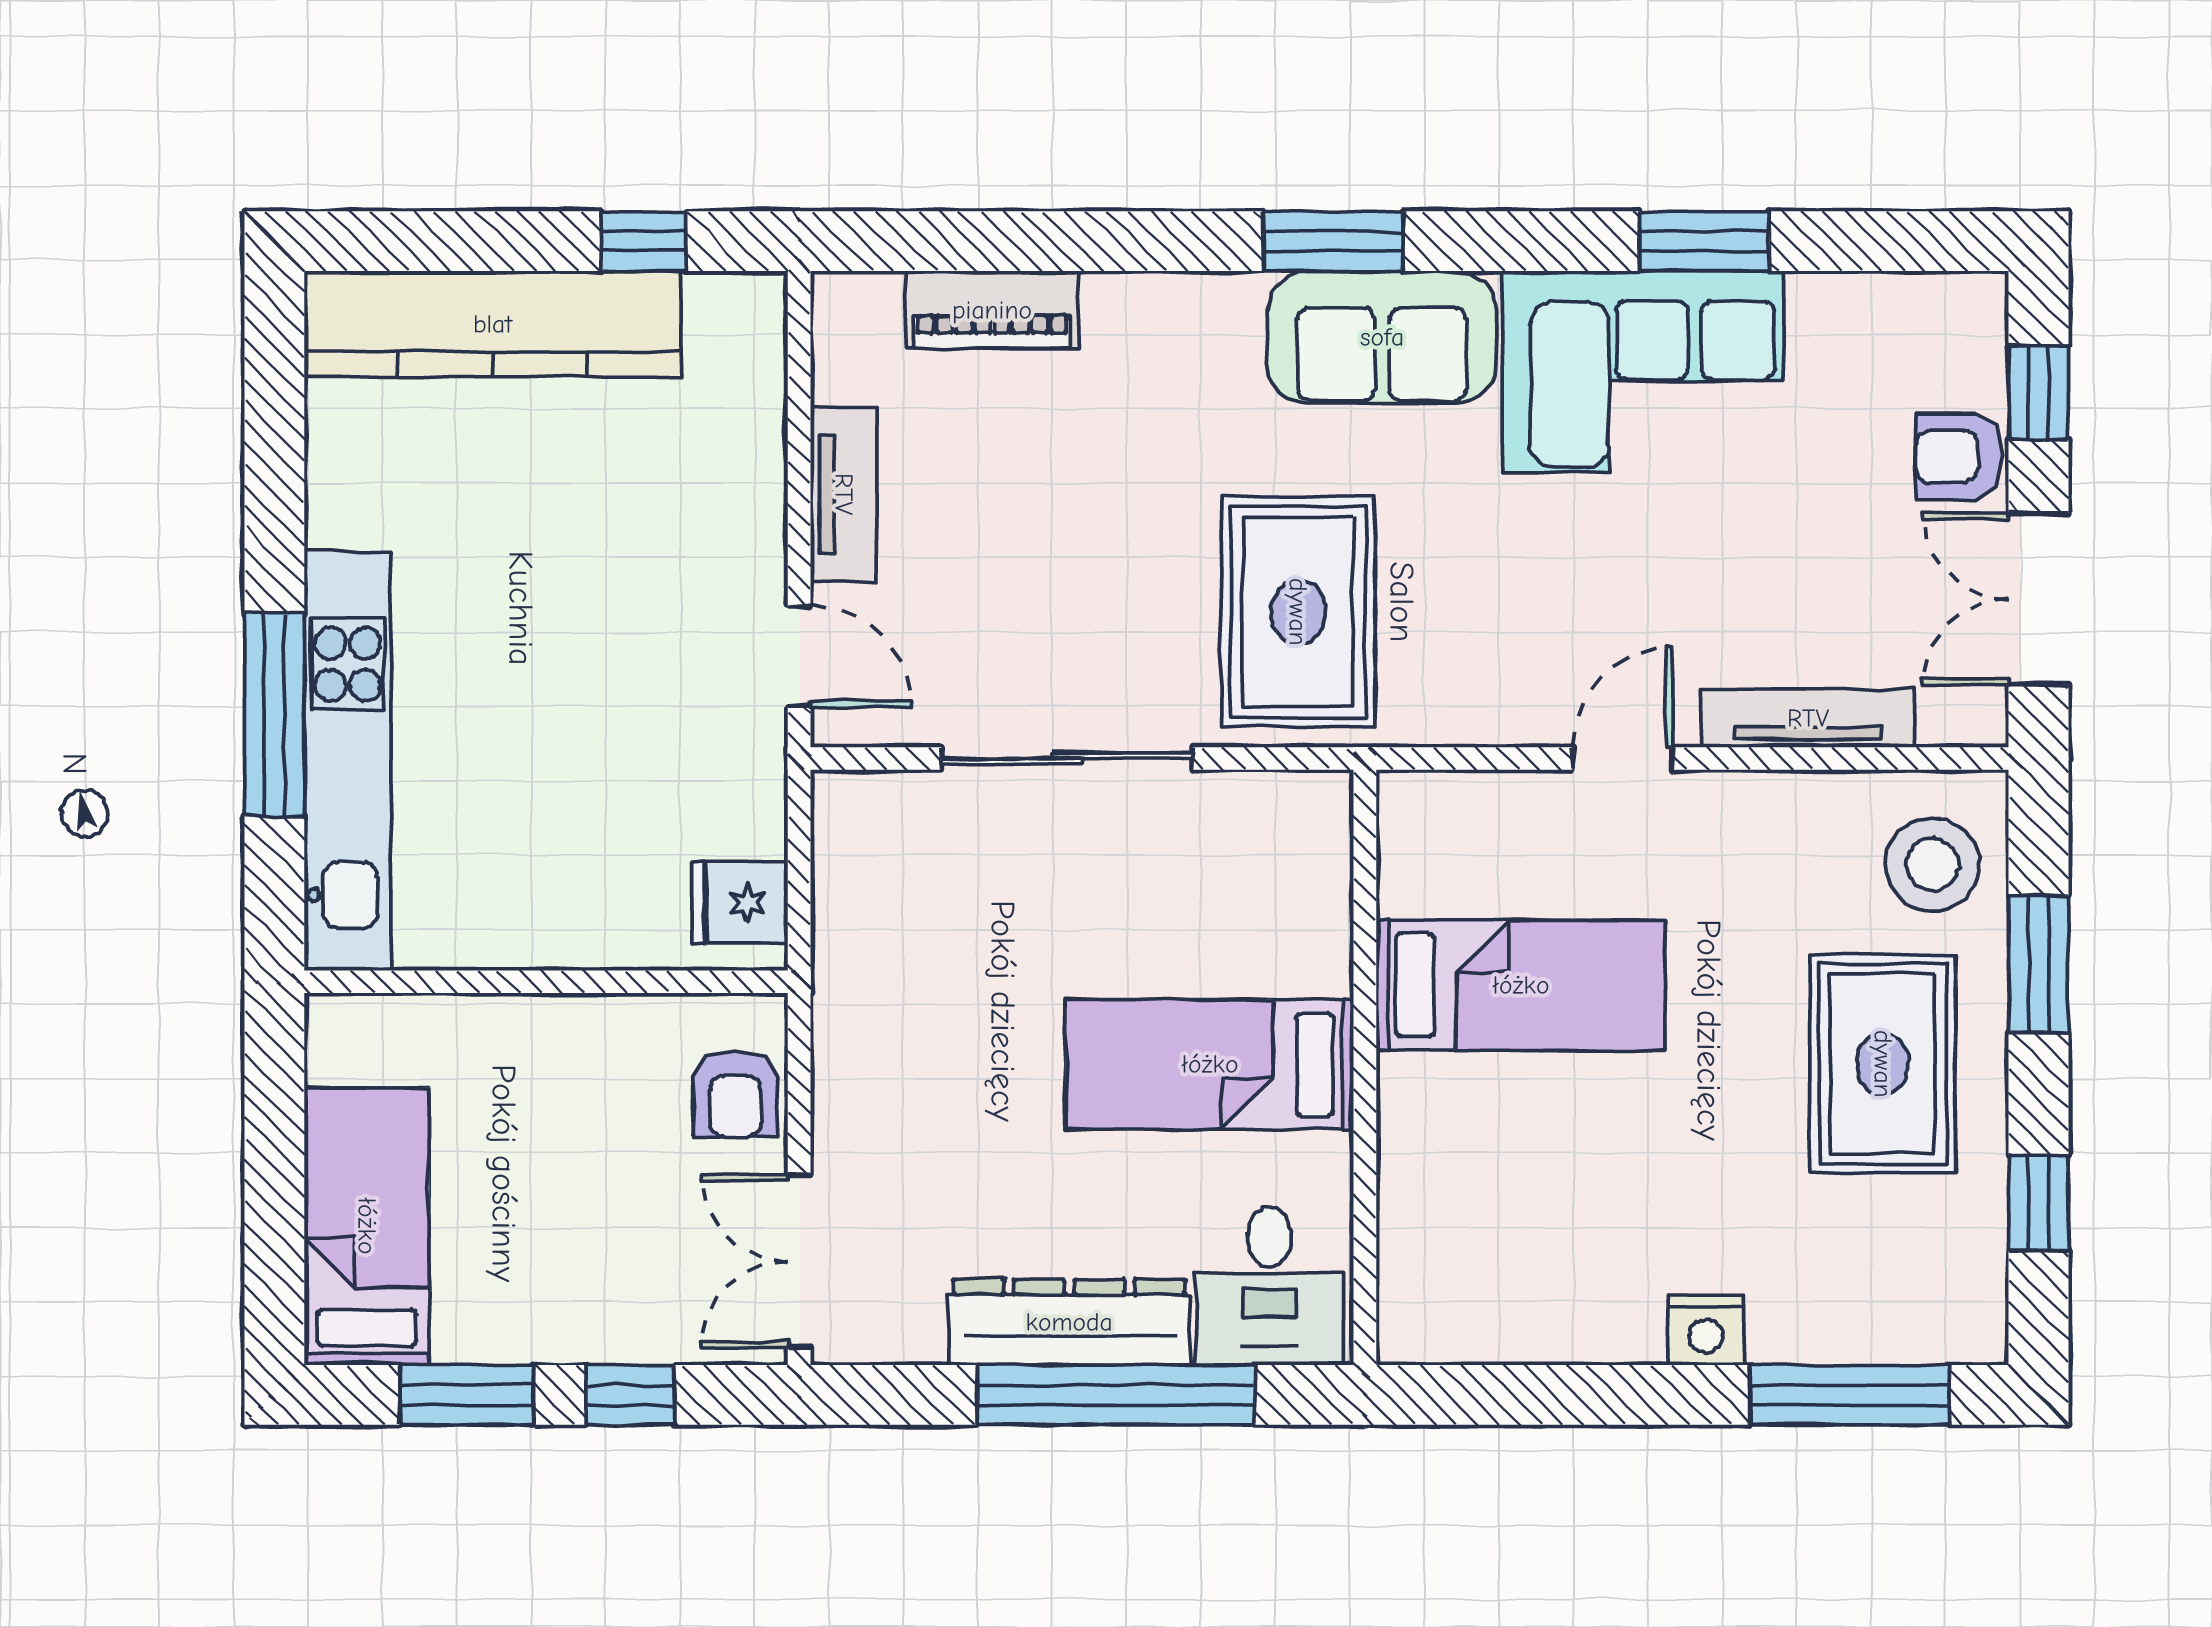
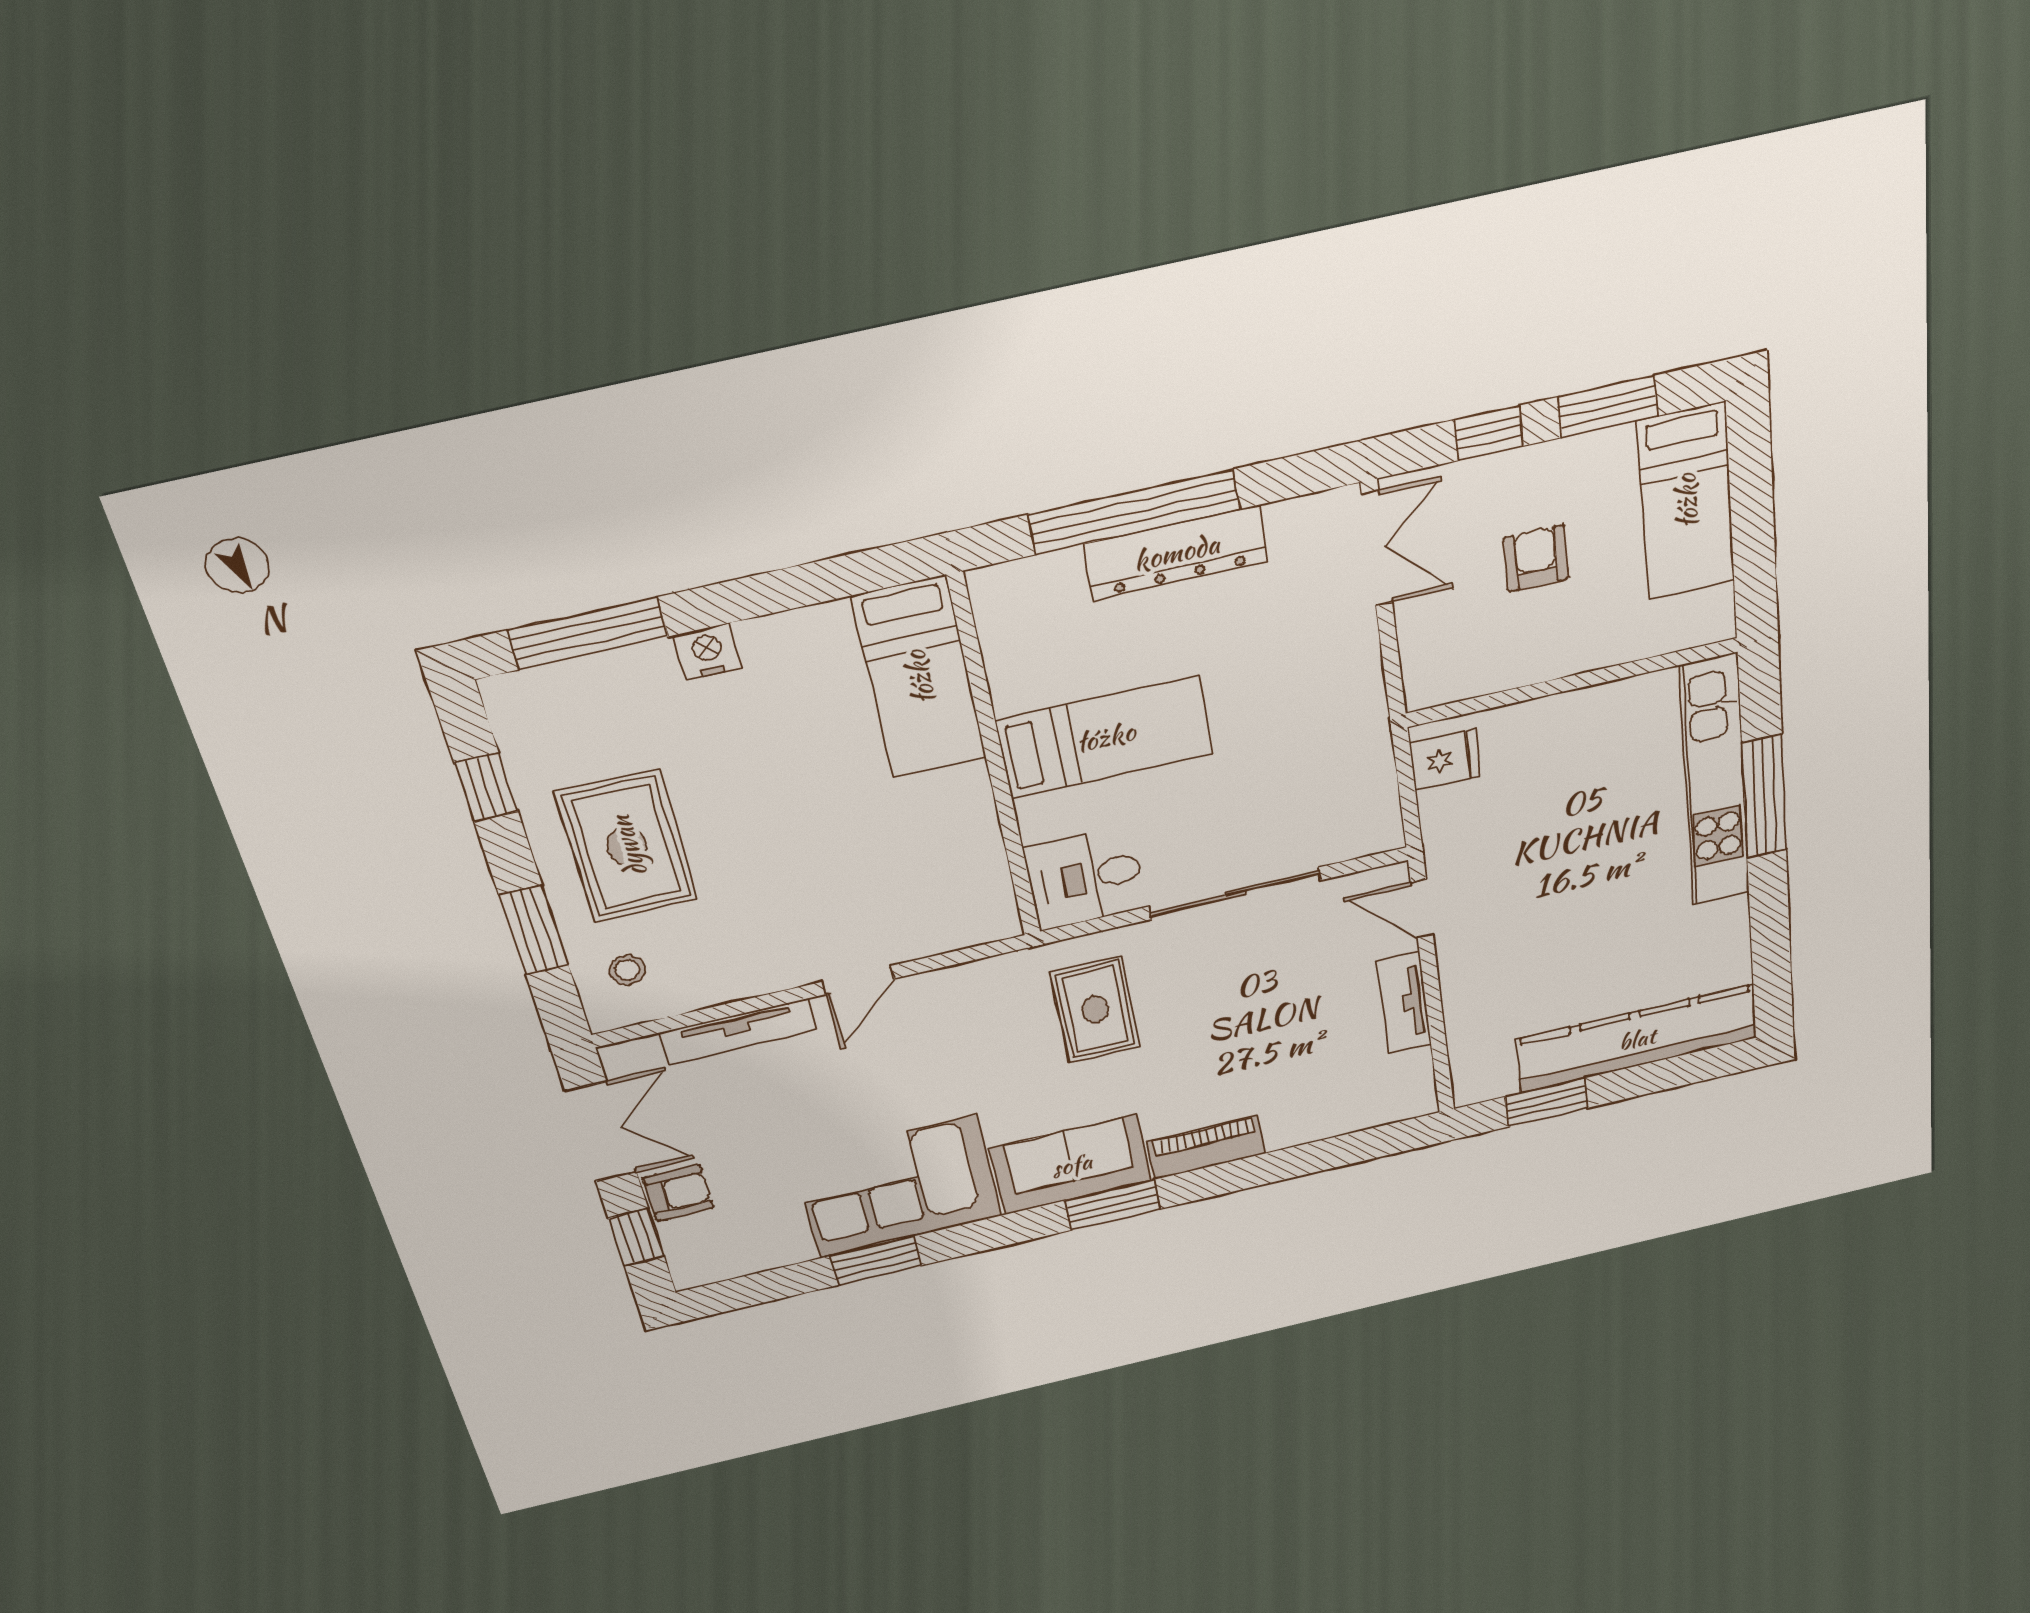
window: (643, 241) -> (1546, 1102), width x1.50
piano: (992, 310) -> (1206, 1147), moved
rug: (1298, 612) -> (1095, 1010), width x0.73, depth x0.70
stool: (1932, 864) -> (627, 970), width x0.53, depth x0.53
bed: (1521, 985) -> (919, 678), moved, turned -90
armchair: (735, 1094) -> (1536, 558), moved
desk: (1269, 1286) -> (1085, 878), moved, turned -90

